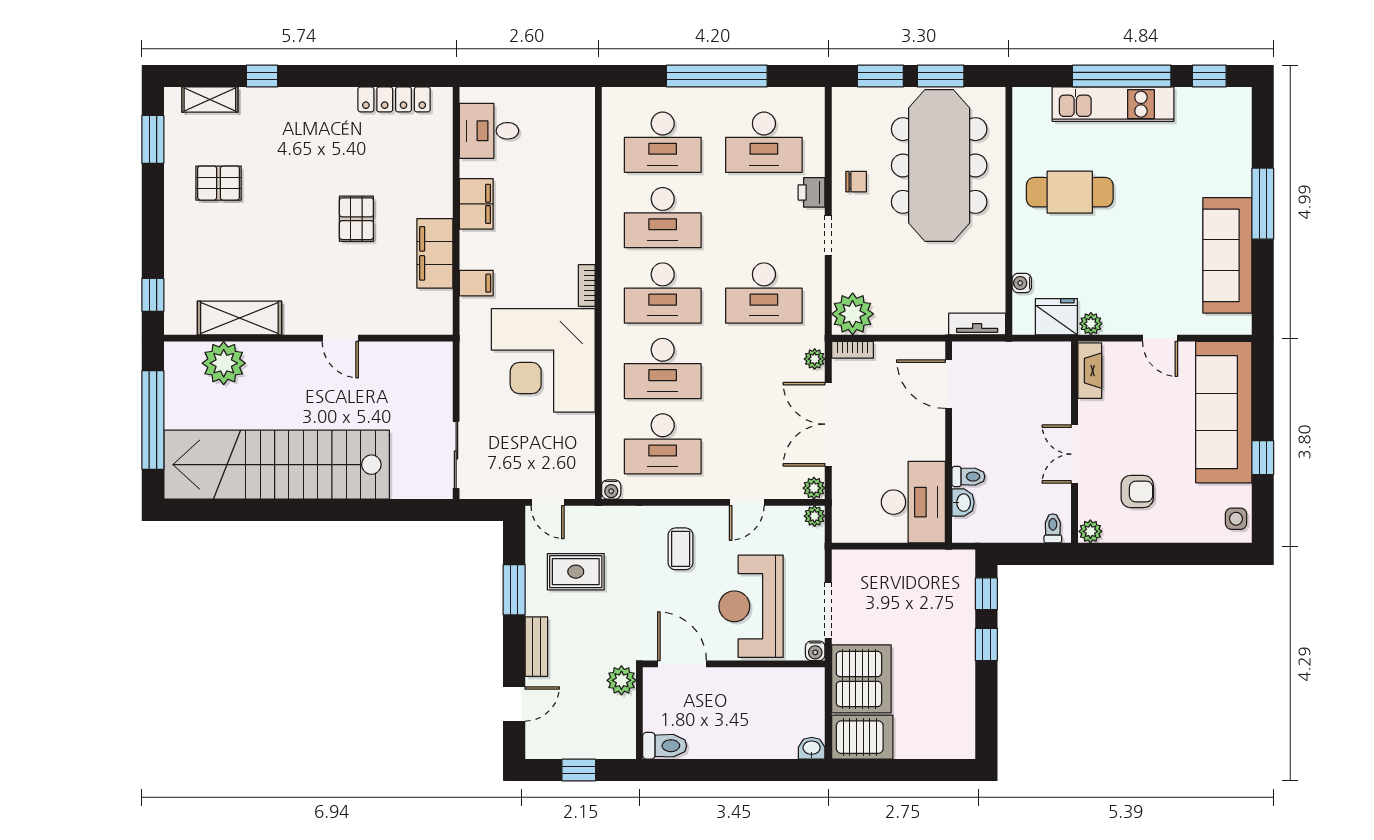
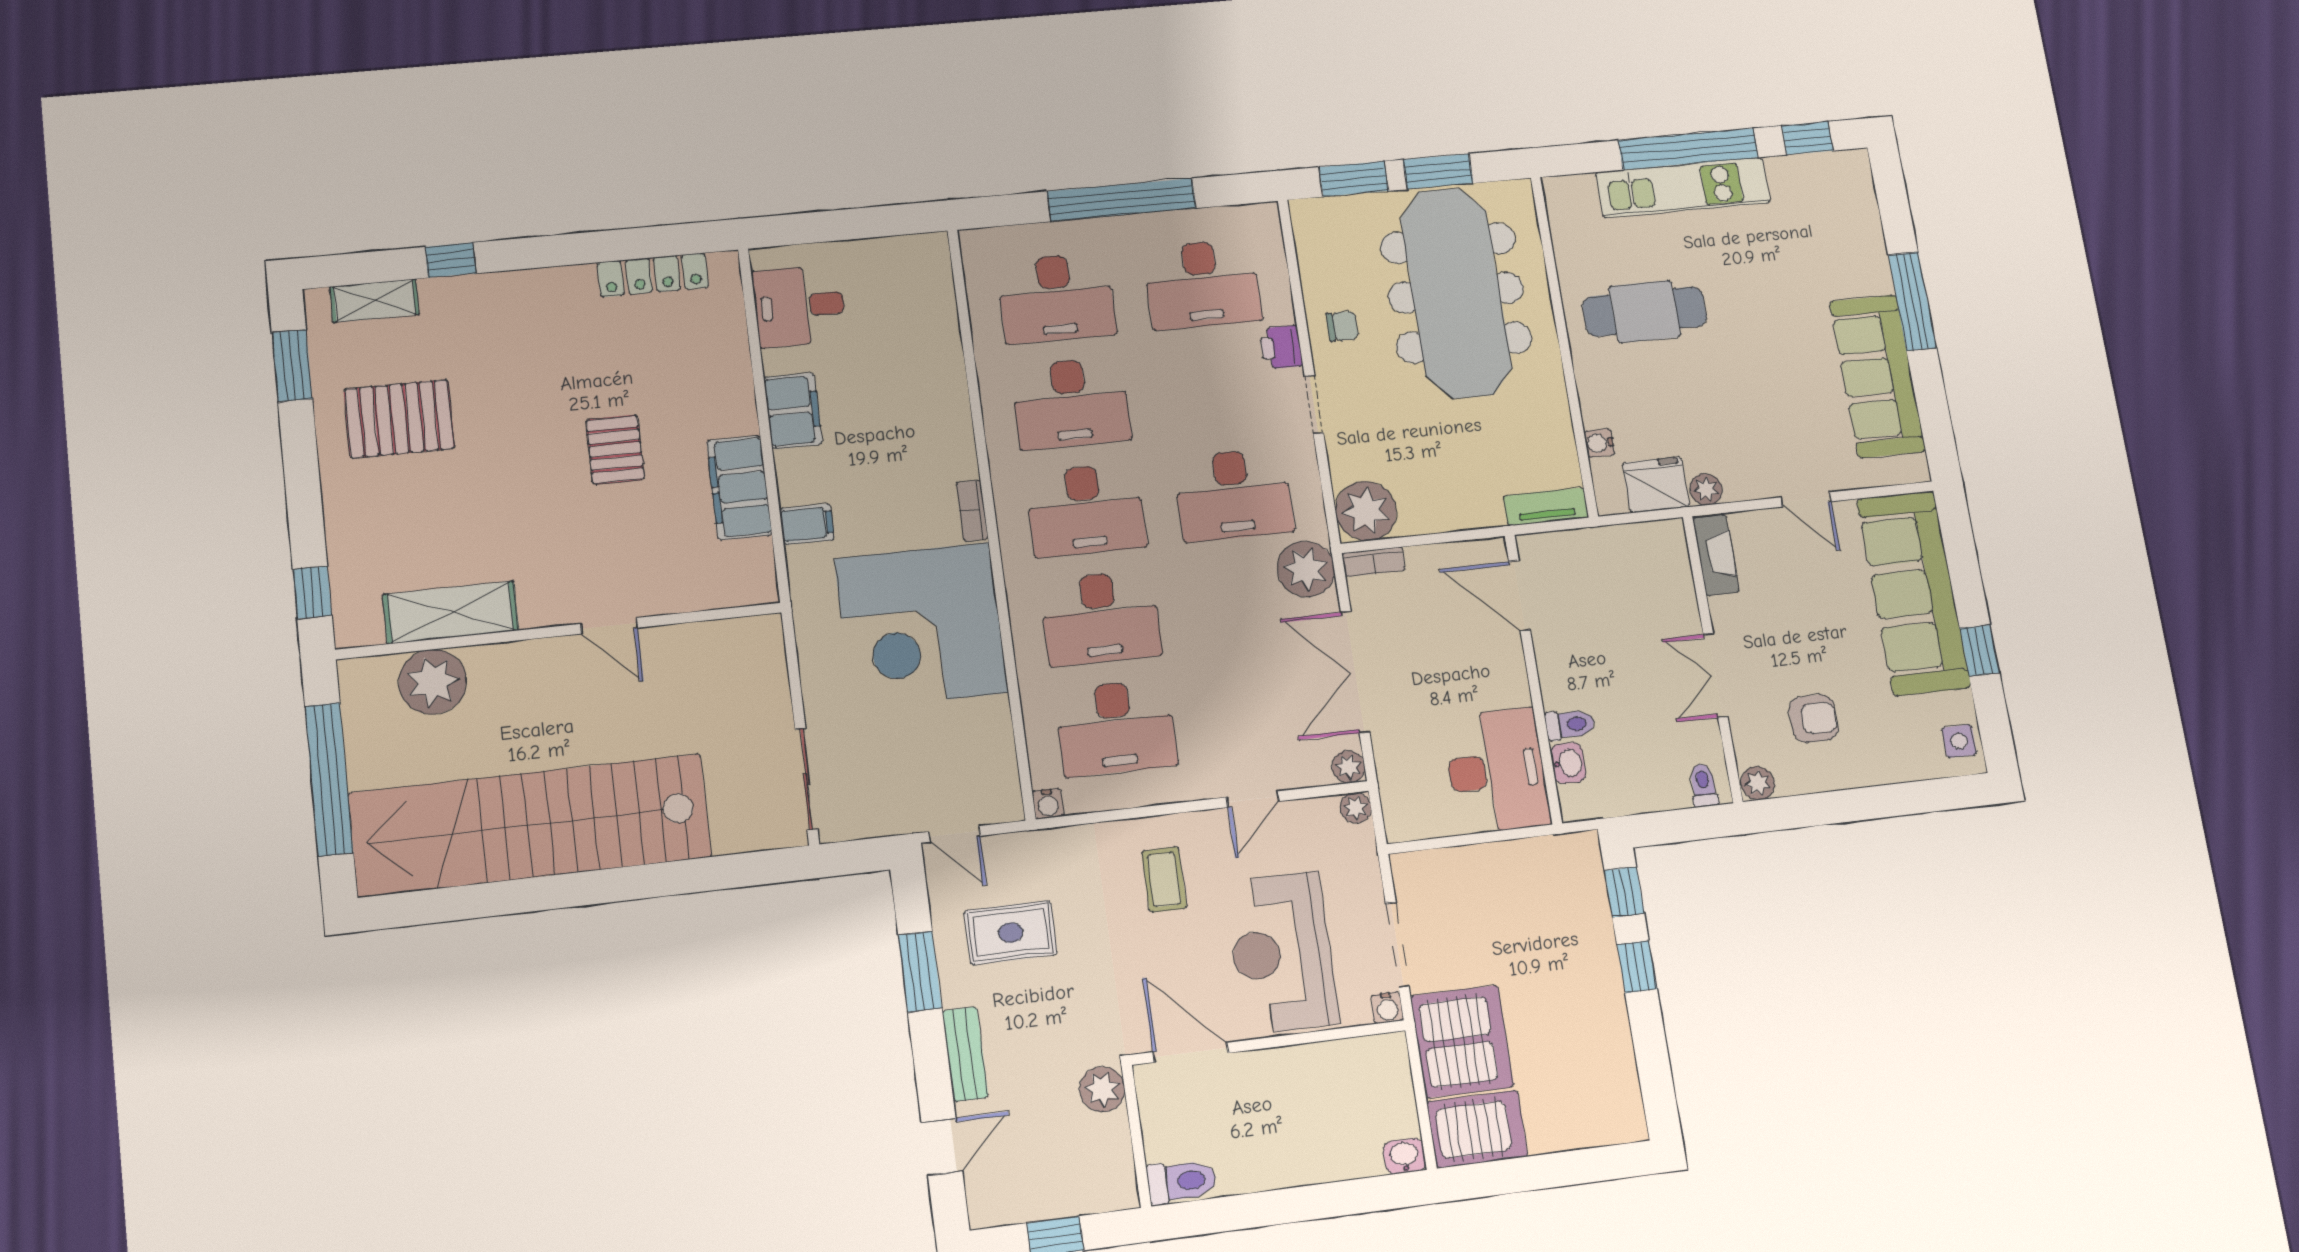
pallet: (219, 183) -> (399, 419), width x1.50, depth x1.42
plant: (815, 359) -> (1306, 569), width x1.88, depth x1.88

